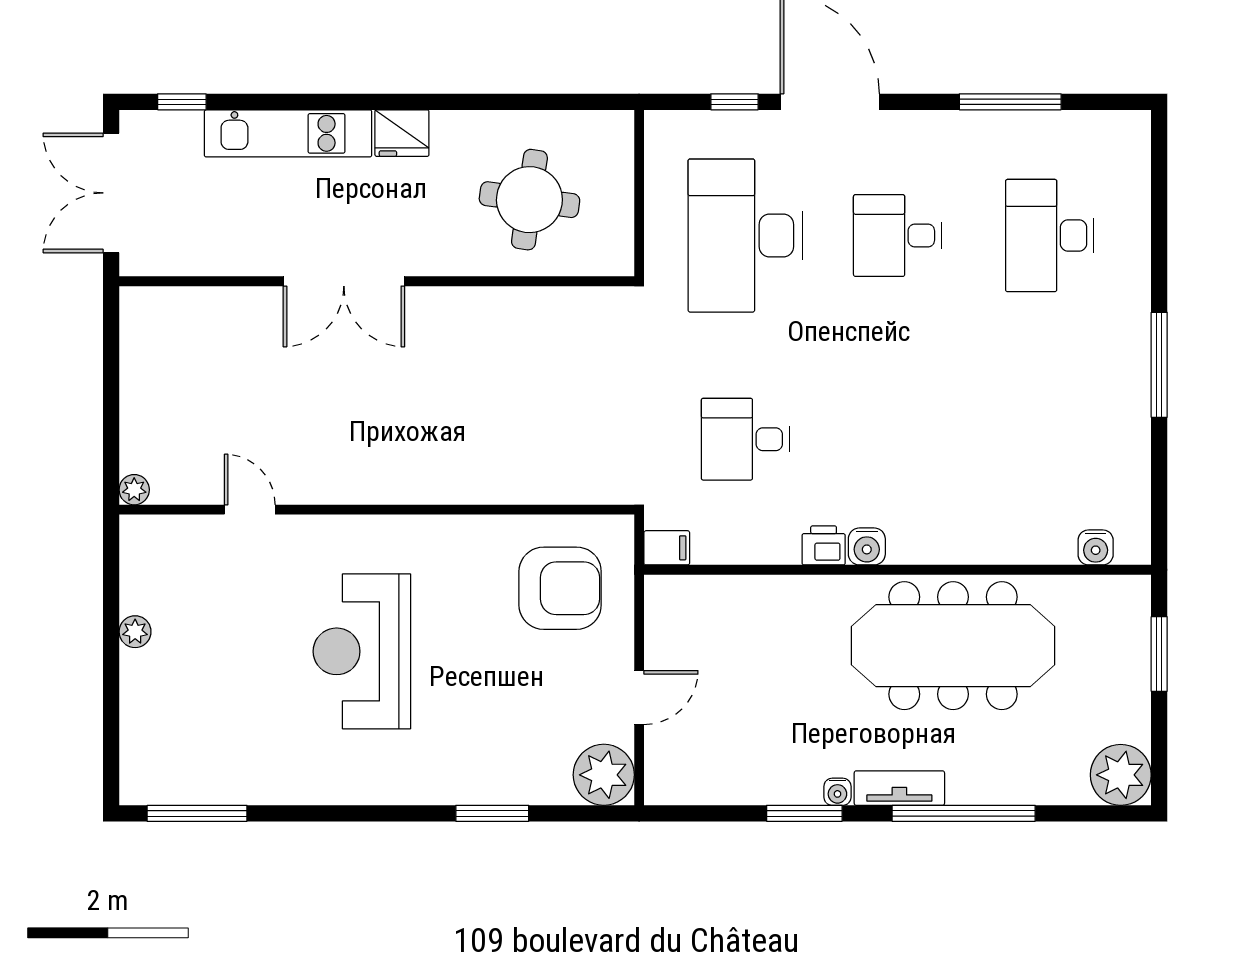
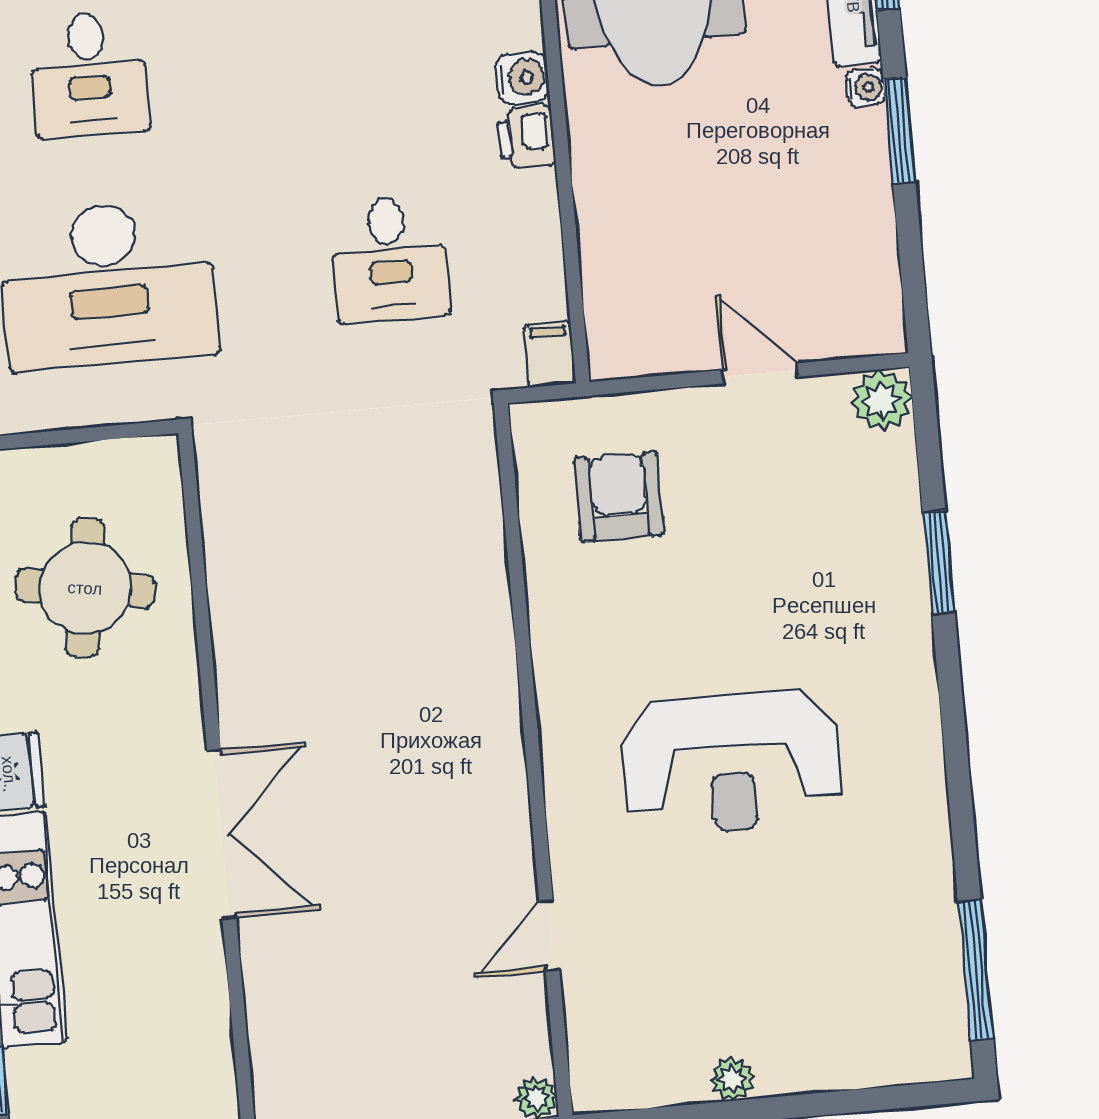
armchair: (560, 588) -> (619, 496), width x0.73, depth x0.73
plant: (604, 775) -> (882, 400), width x0.73, depth x0.73

